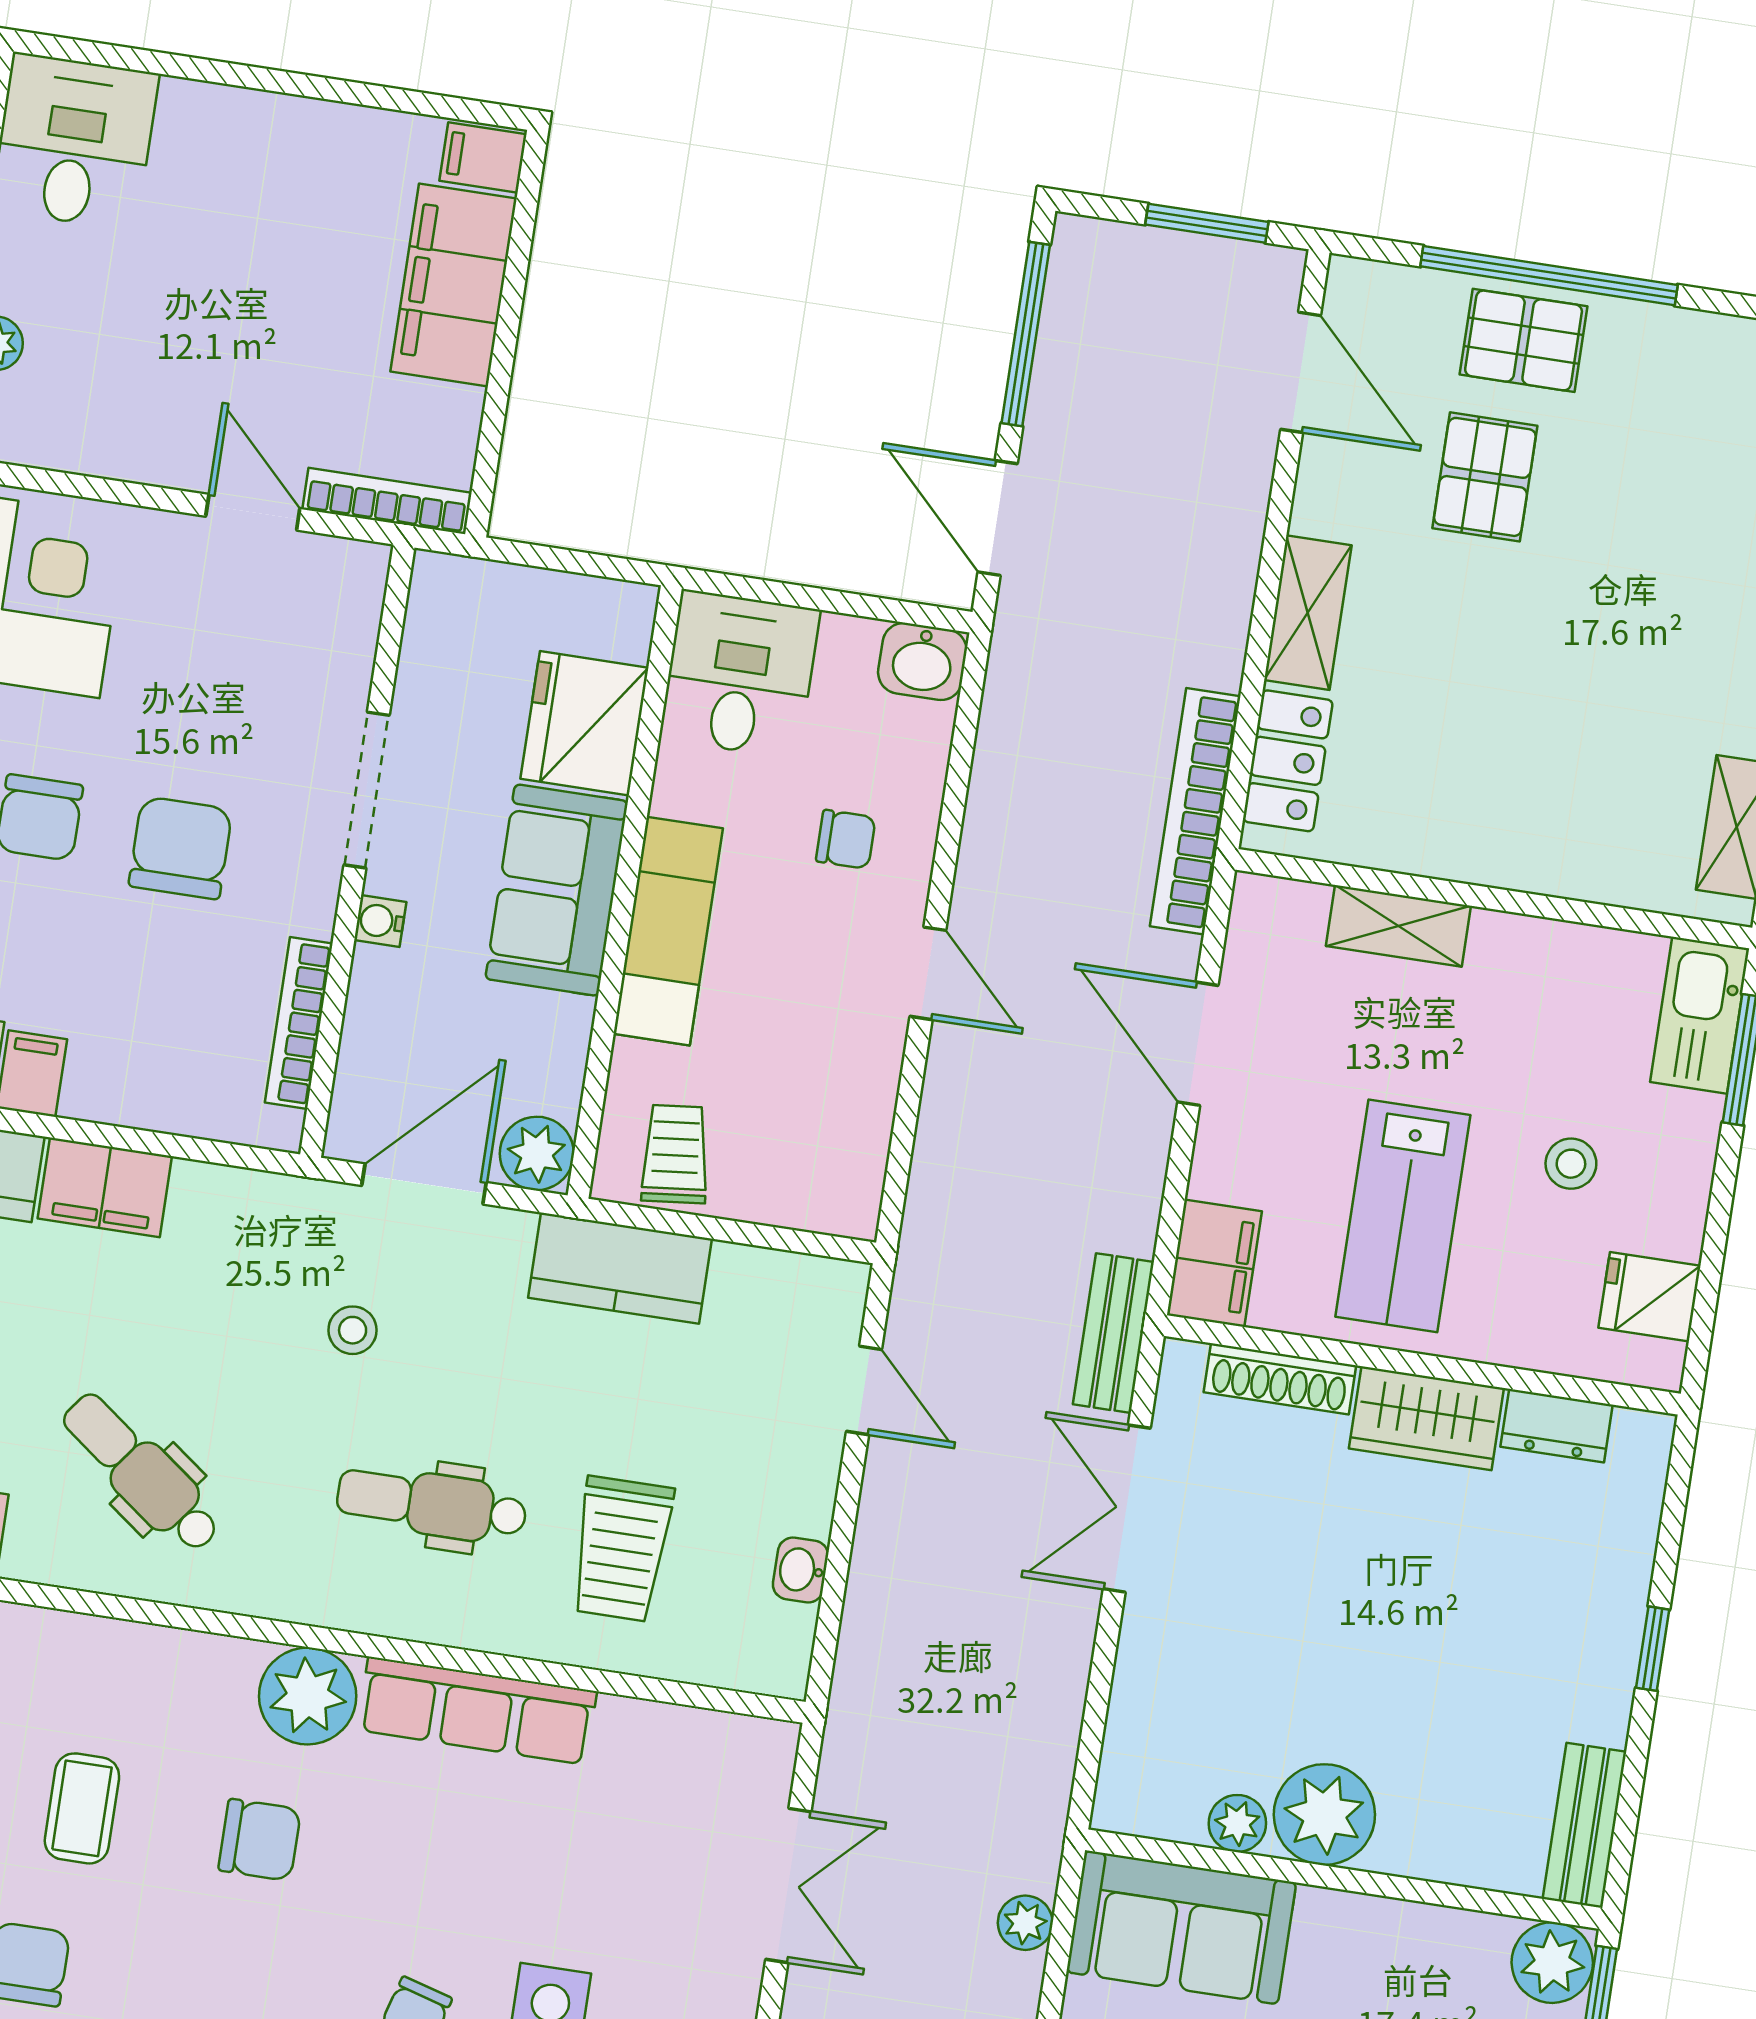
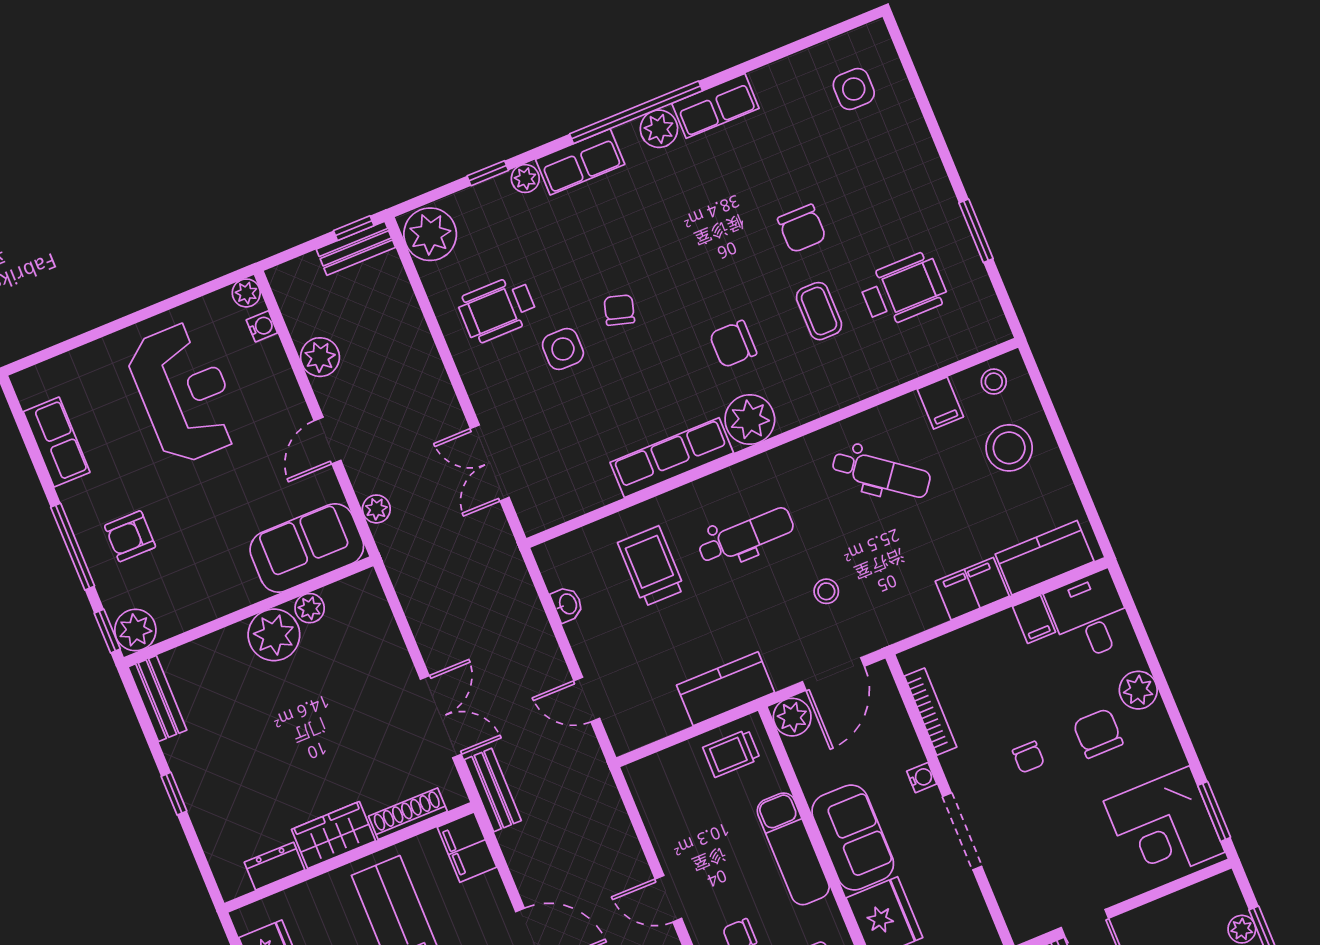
chair: (180, 848) -> (1028, 757), width x0.54, depth x0.54
trolley: (675, 1154) -> (731, 753), turned 96

